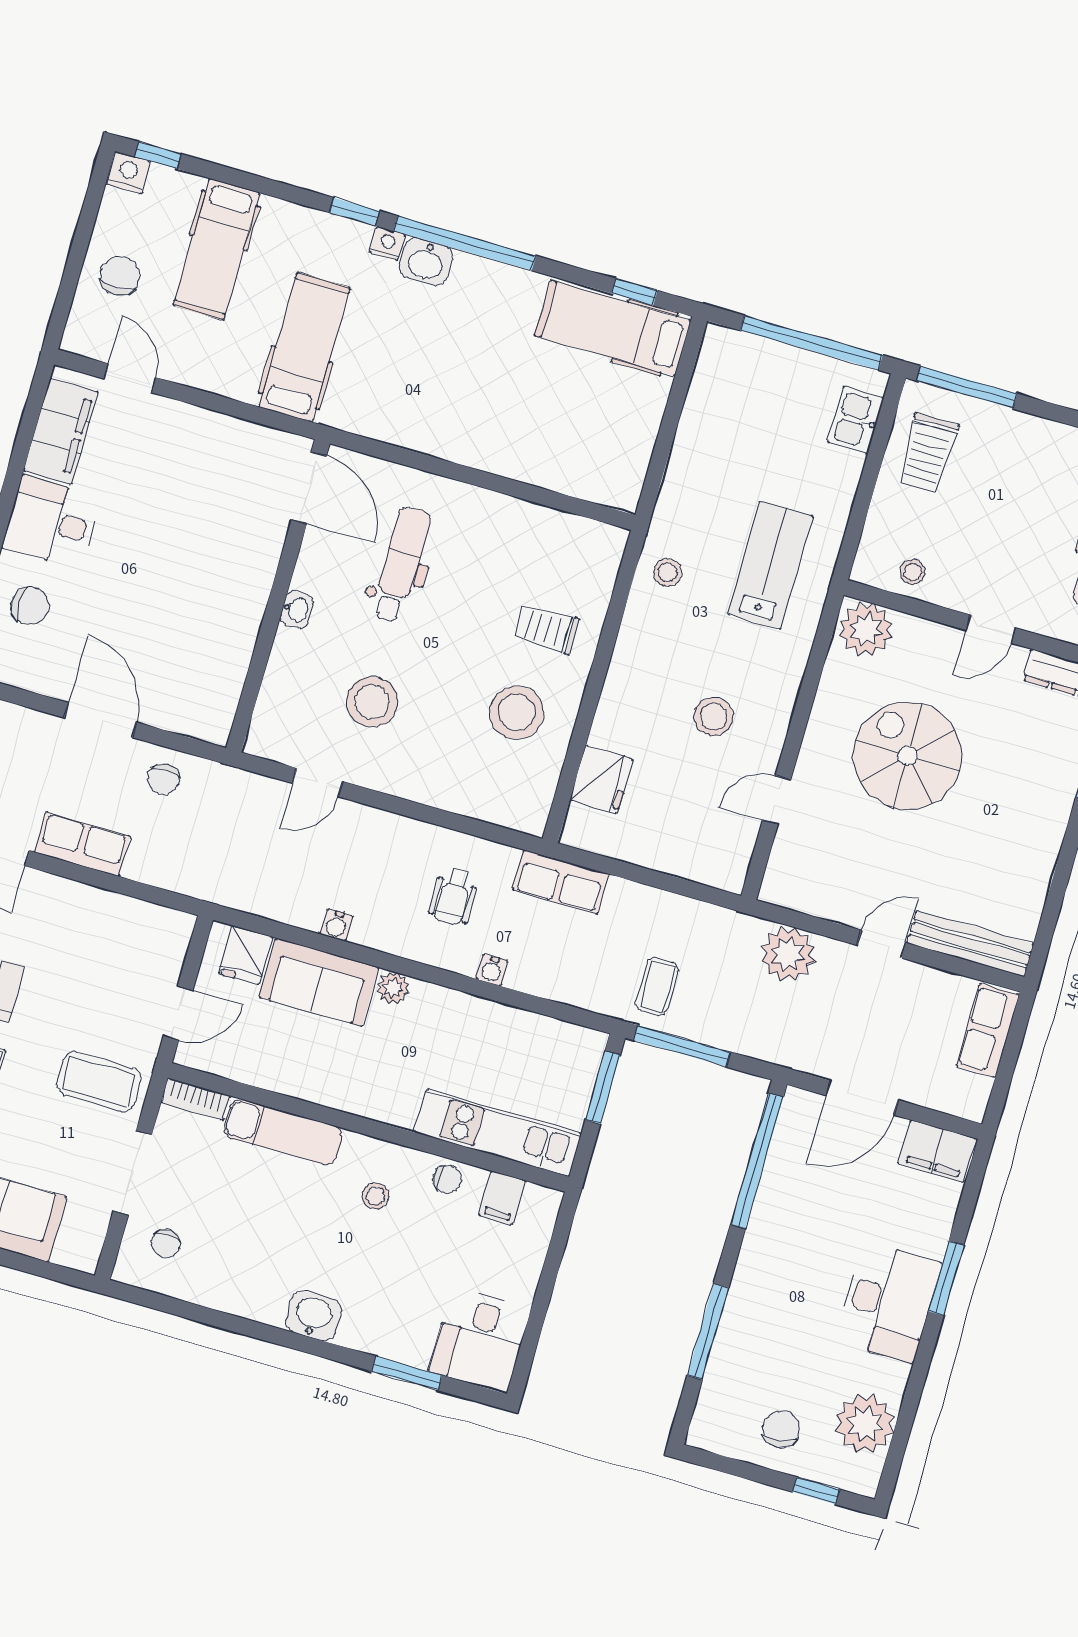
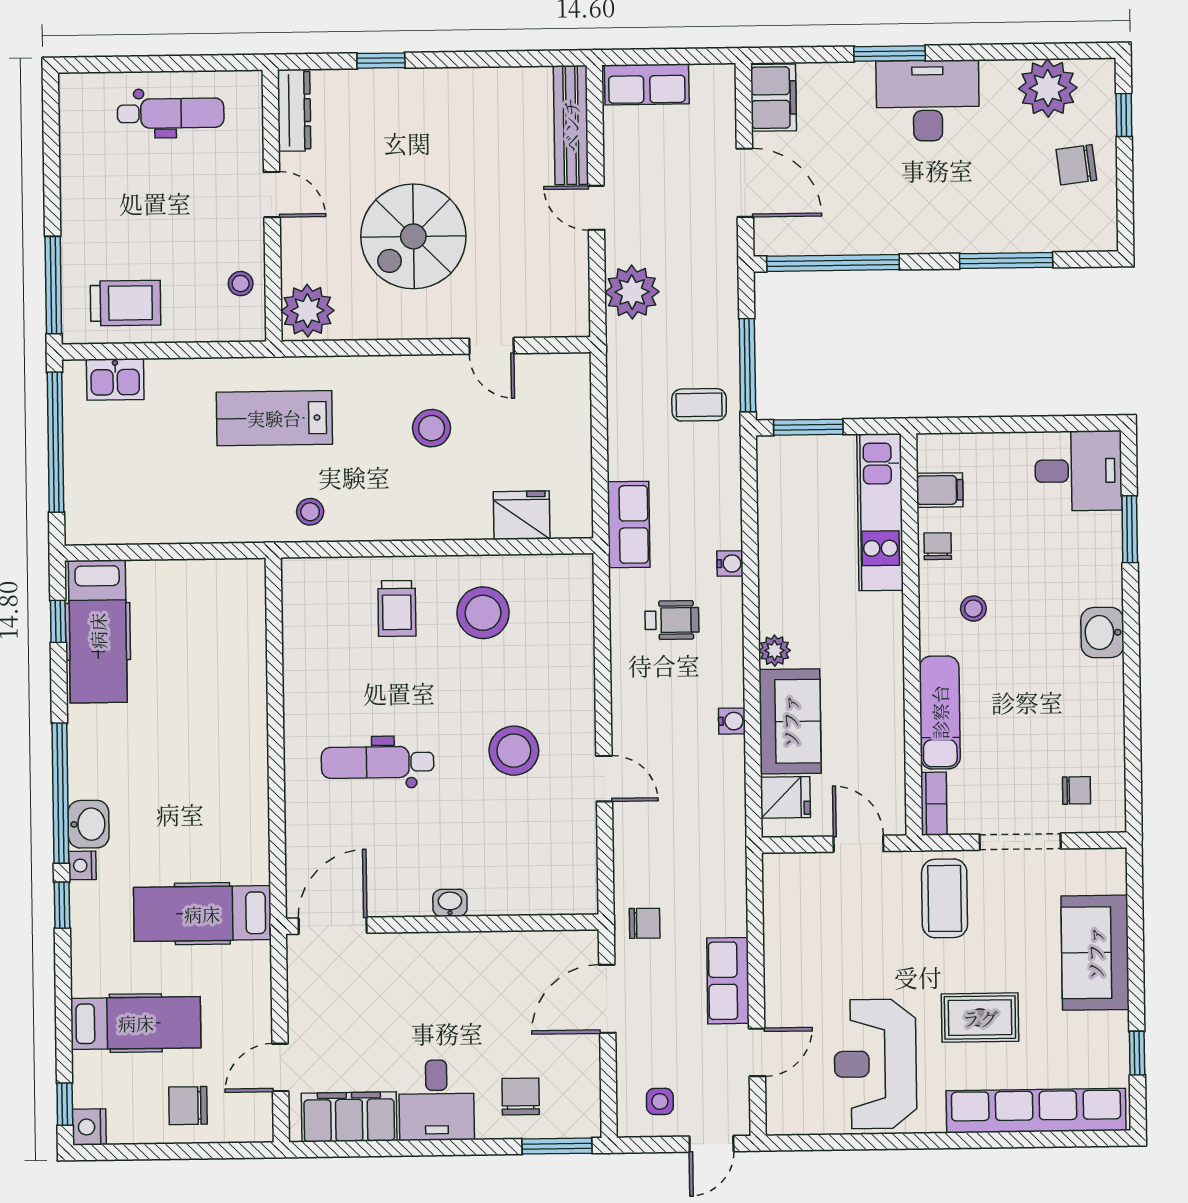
door: (309, 488) -> (333, 926), moved
wall: (278, 596) -> (442, 924), moved
washbasin: (297, 610) -> (450, 903), moved

